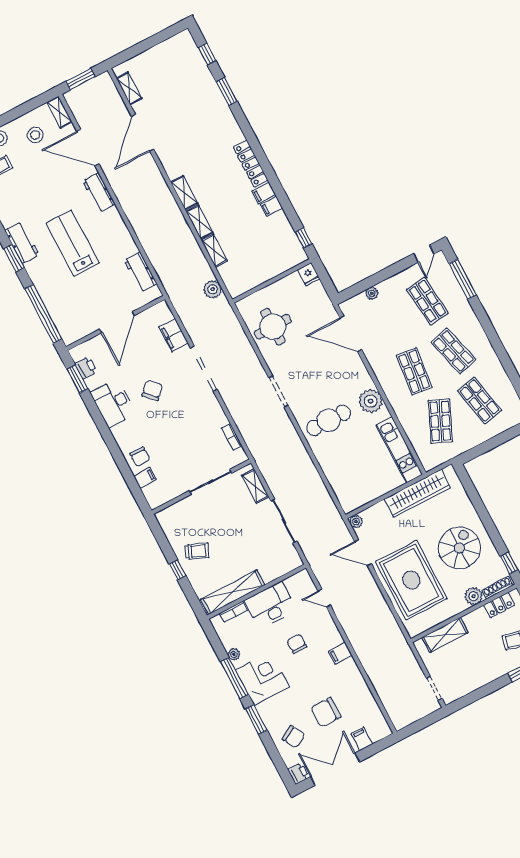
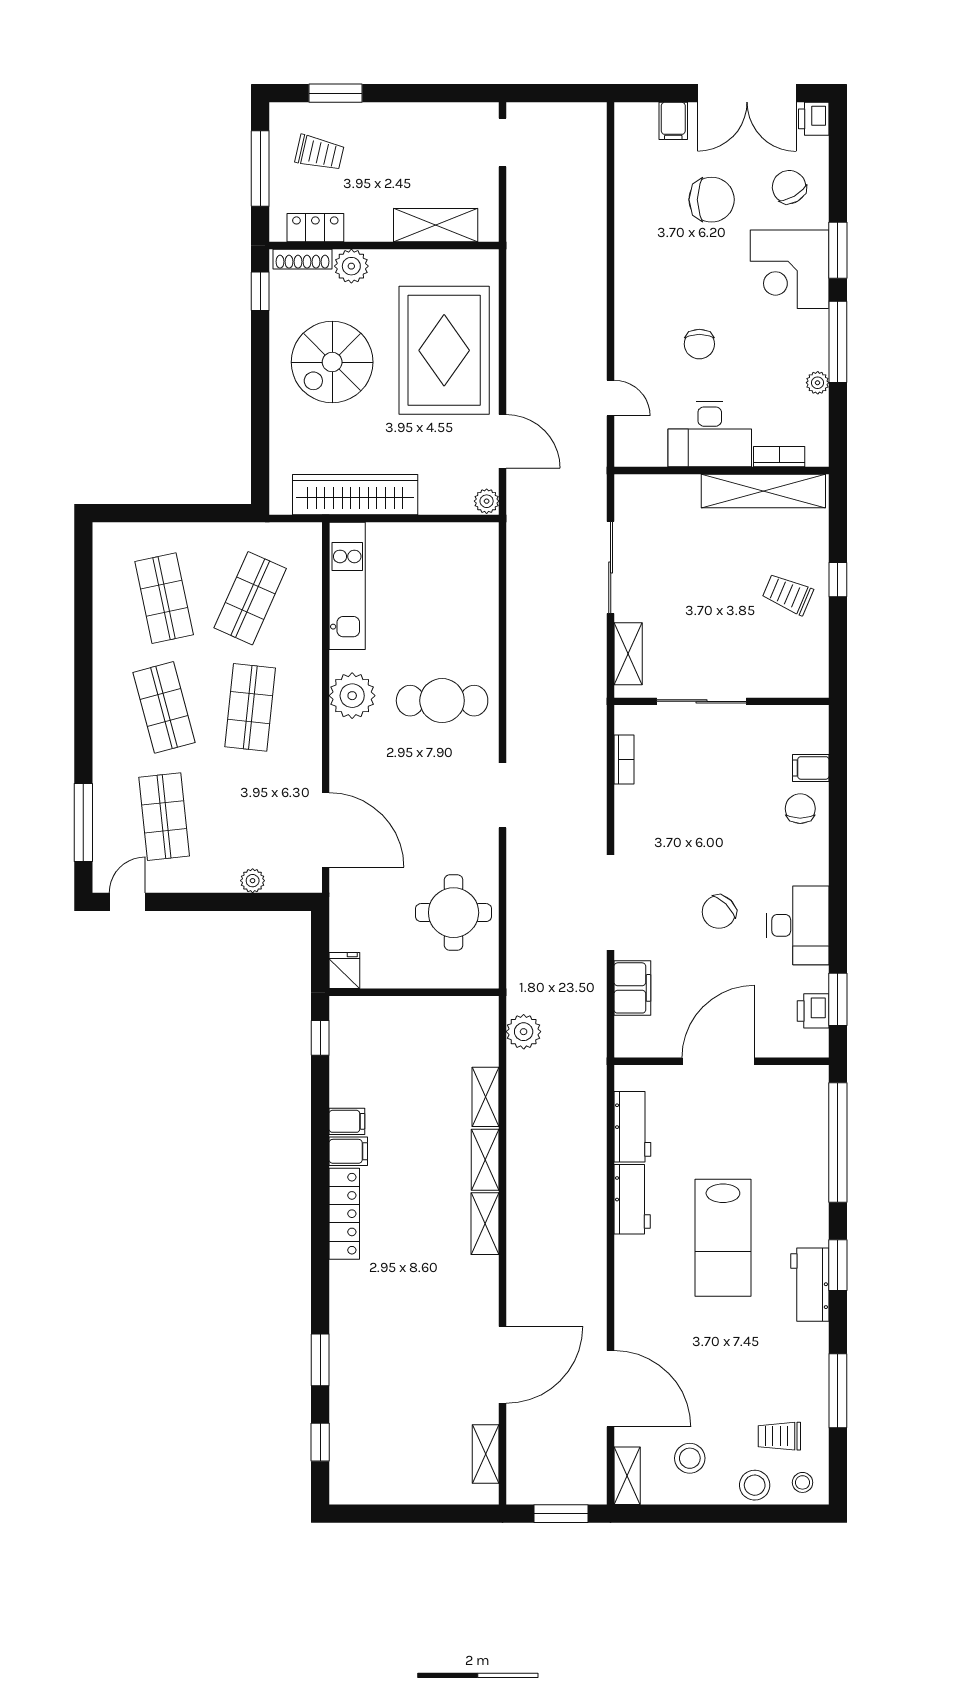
workbench: (99, 193) -> (632, 1199), moved
filing cabinet: (340, 653) -> (633, 288), removed
corner desk: (263, 678) -> (790, 269), moved

